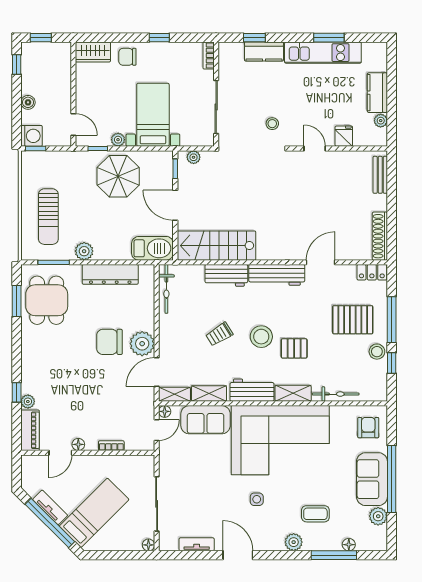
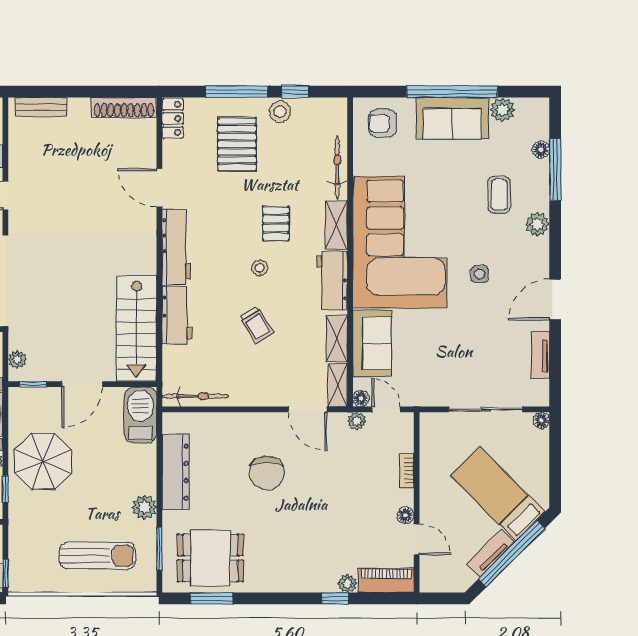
stool: (261, 337) -> (260, 268), width x0.53, depth x0.53
plant: (142, 344) -> (357, 421), moved, width x0.53, depth x0.53

